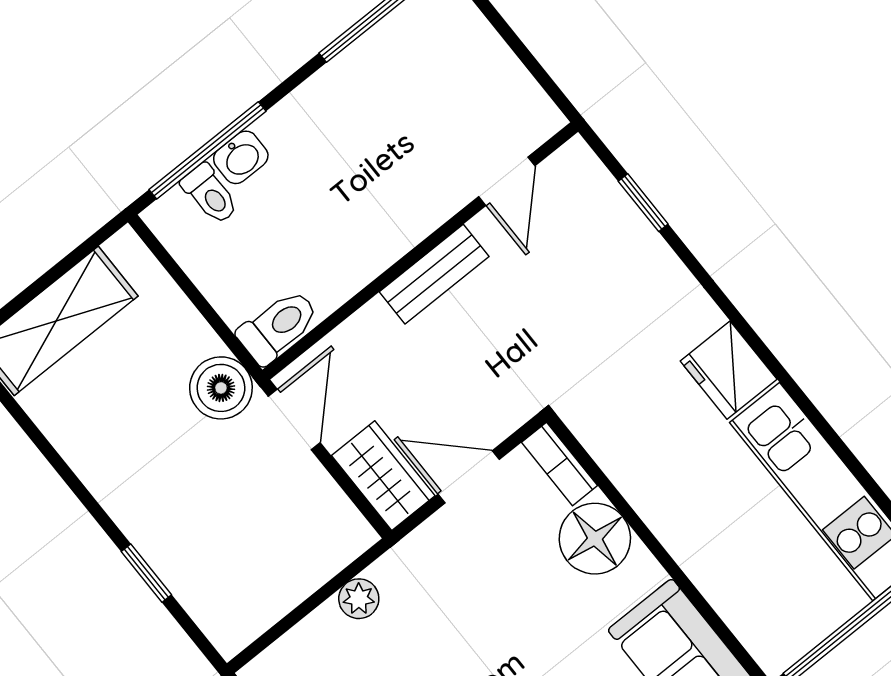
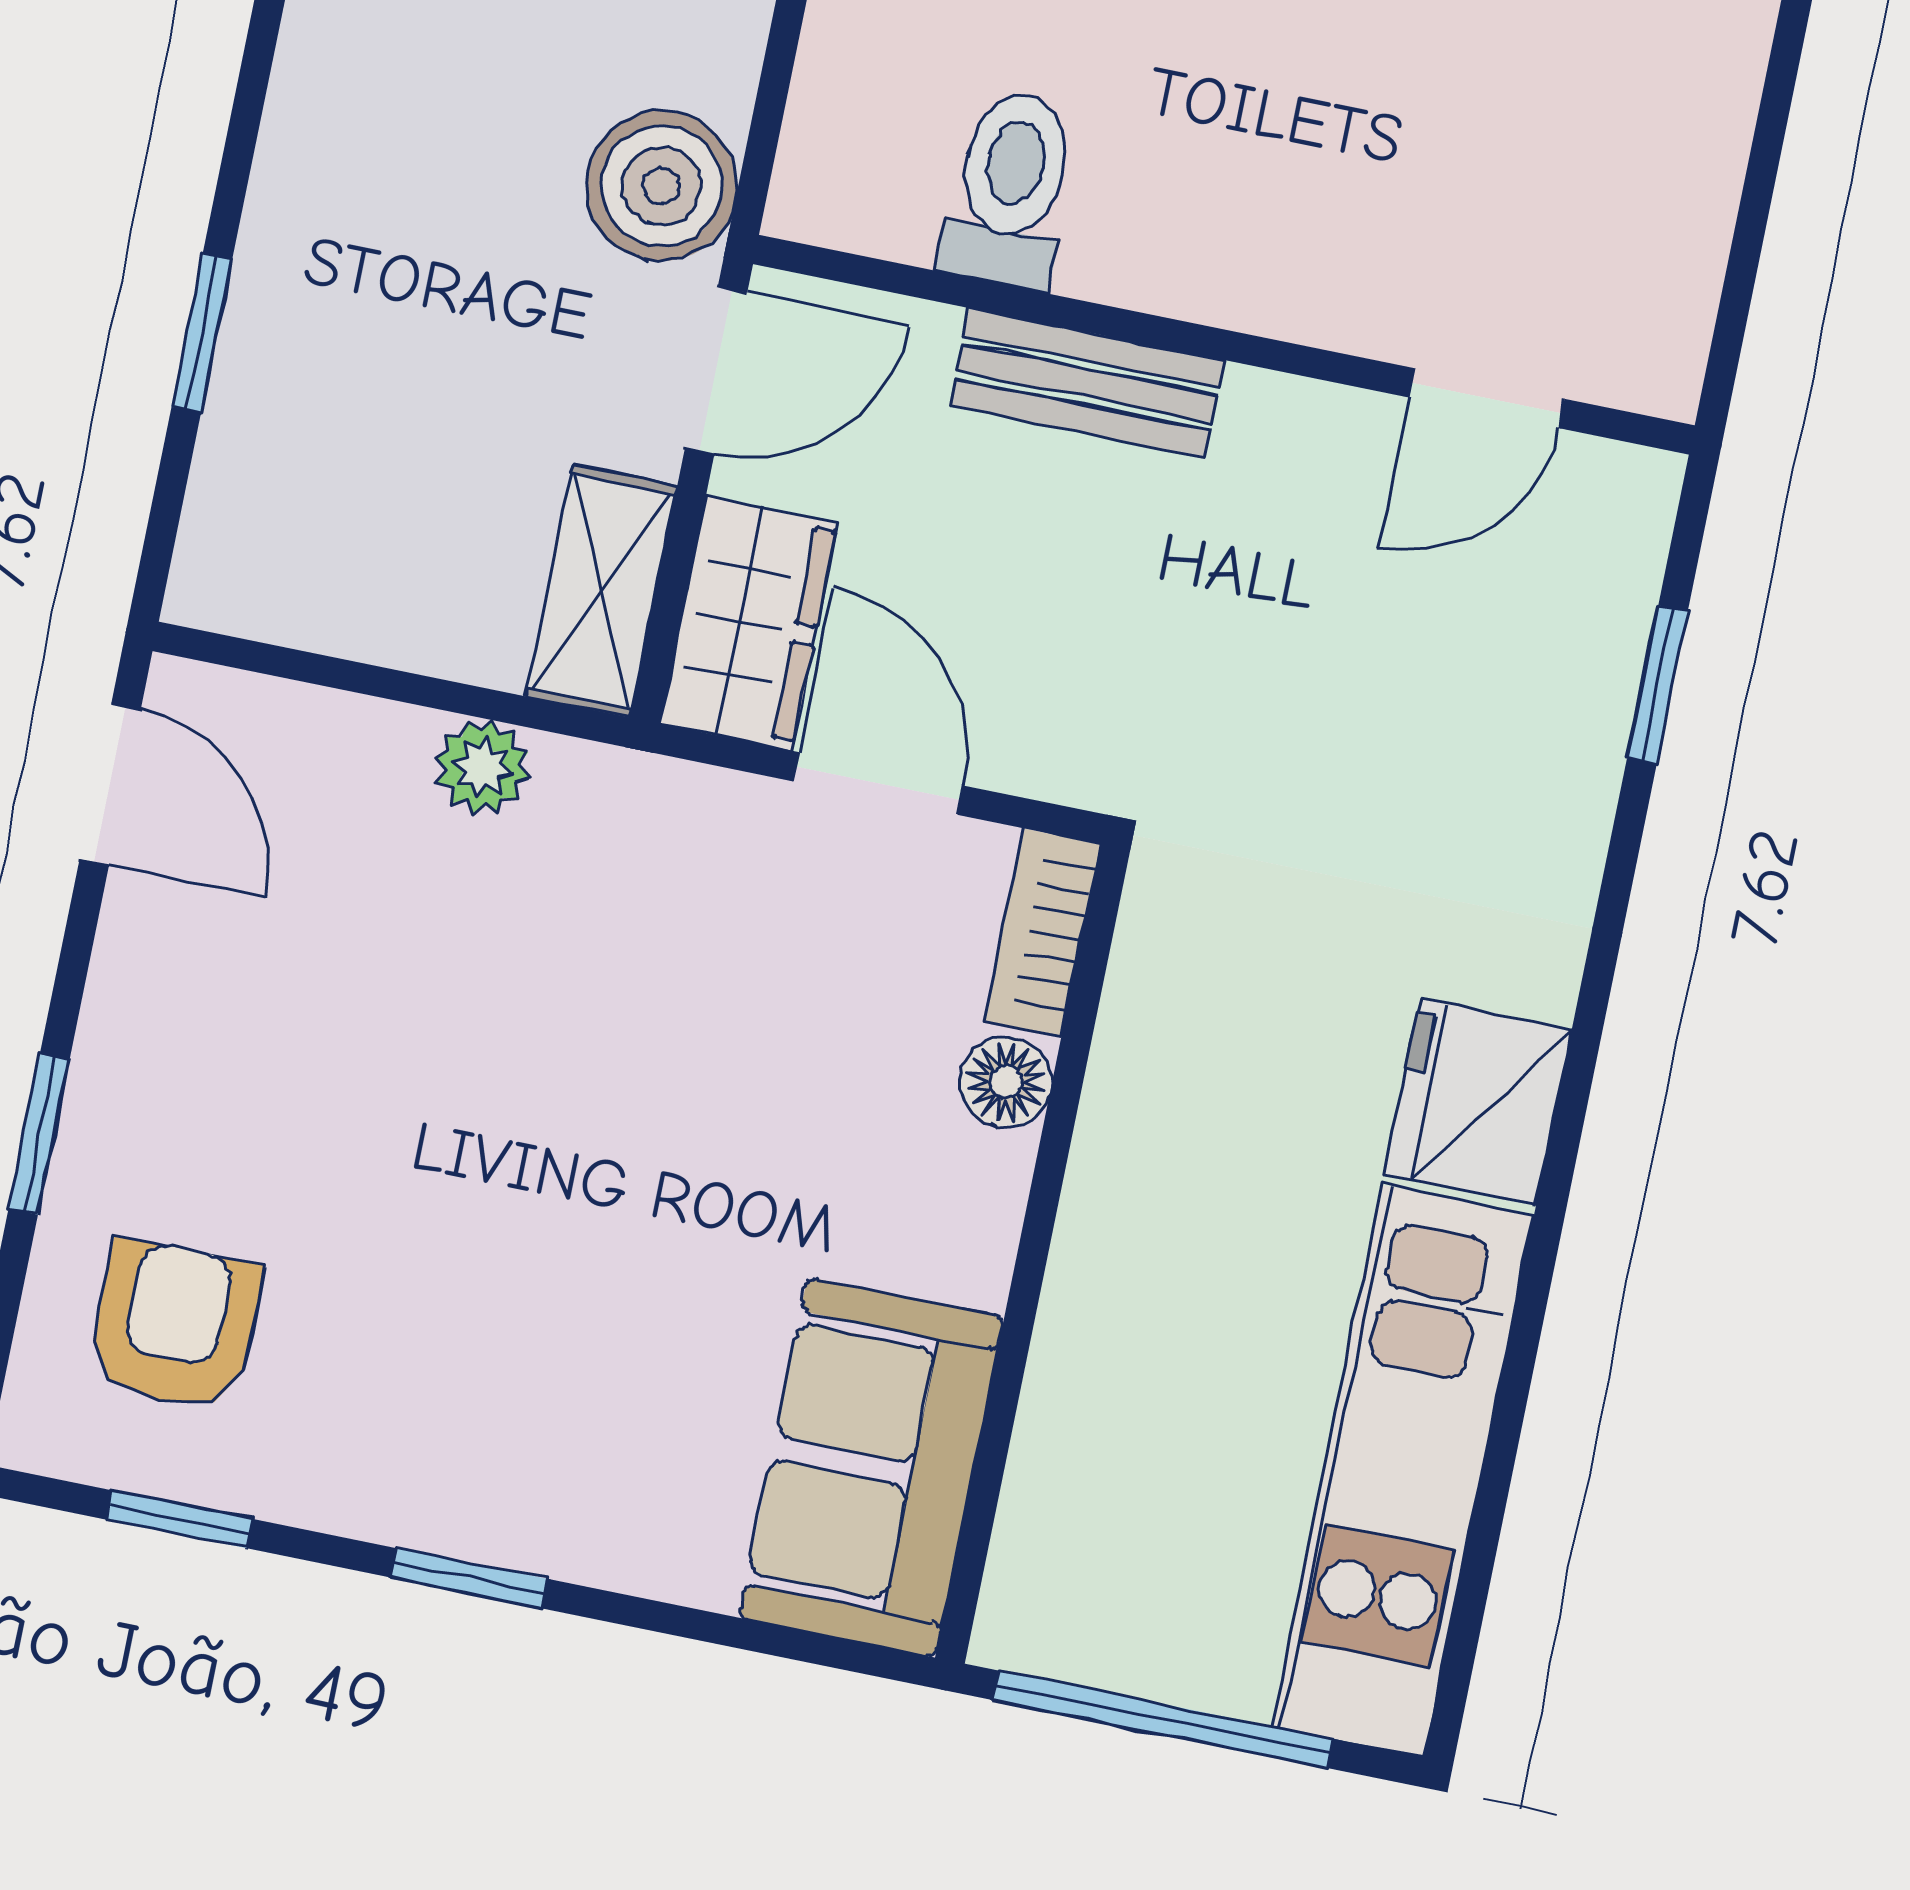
bench: (434, 274) -> (1087, 383), moved
toilet: (278, 327) -> (1010, 189), moved, turned -90
shelving: (334, 514) -> (602, 591), added
floor lamp: (595, 539) -> (1006, 1082), width x0.53, depth x0.53

